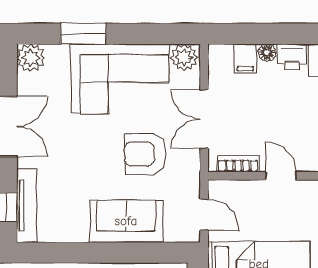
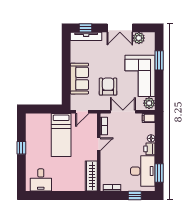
plant: (31, 58) -> (139, 38), moved
filing cabinet: (245, 58) -> (149, 118), moved

